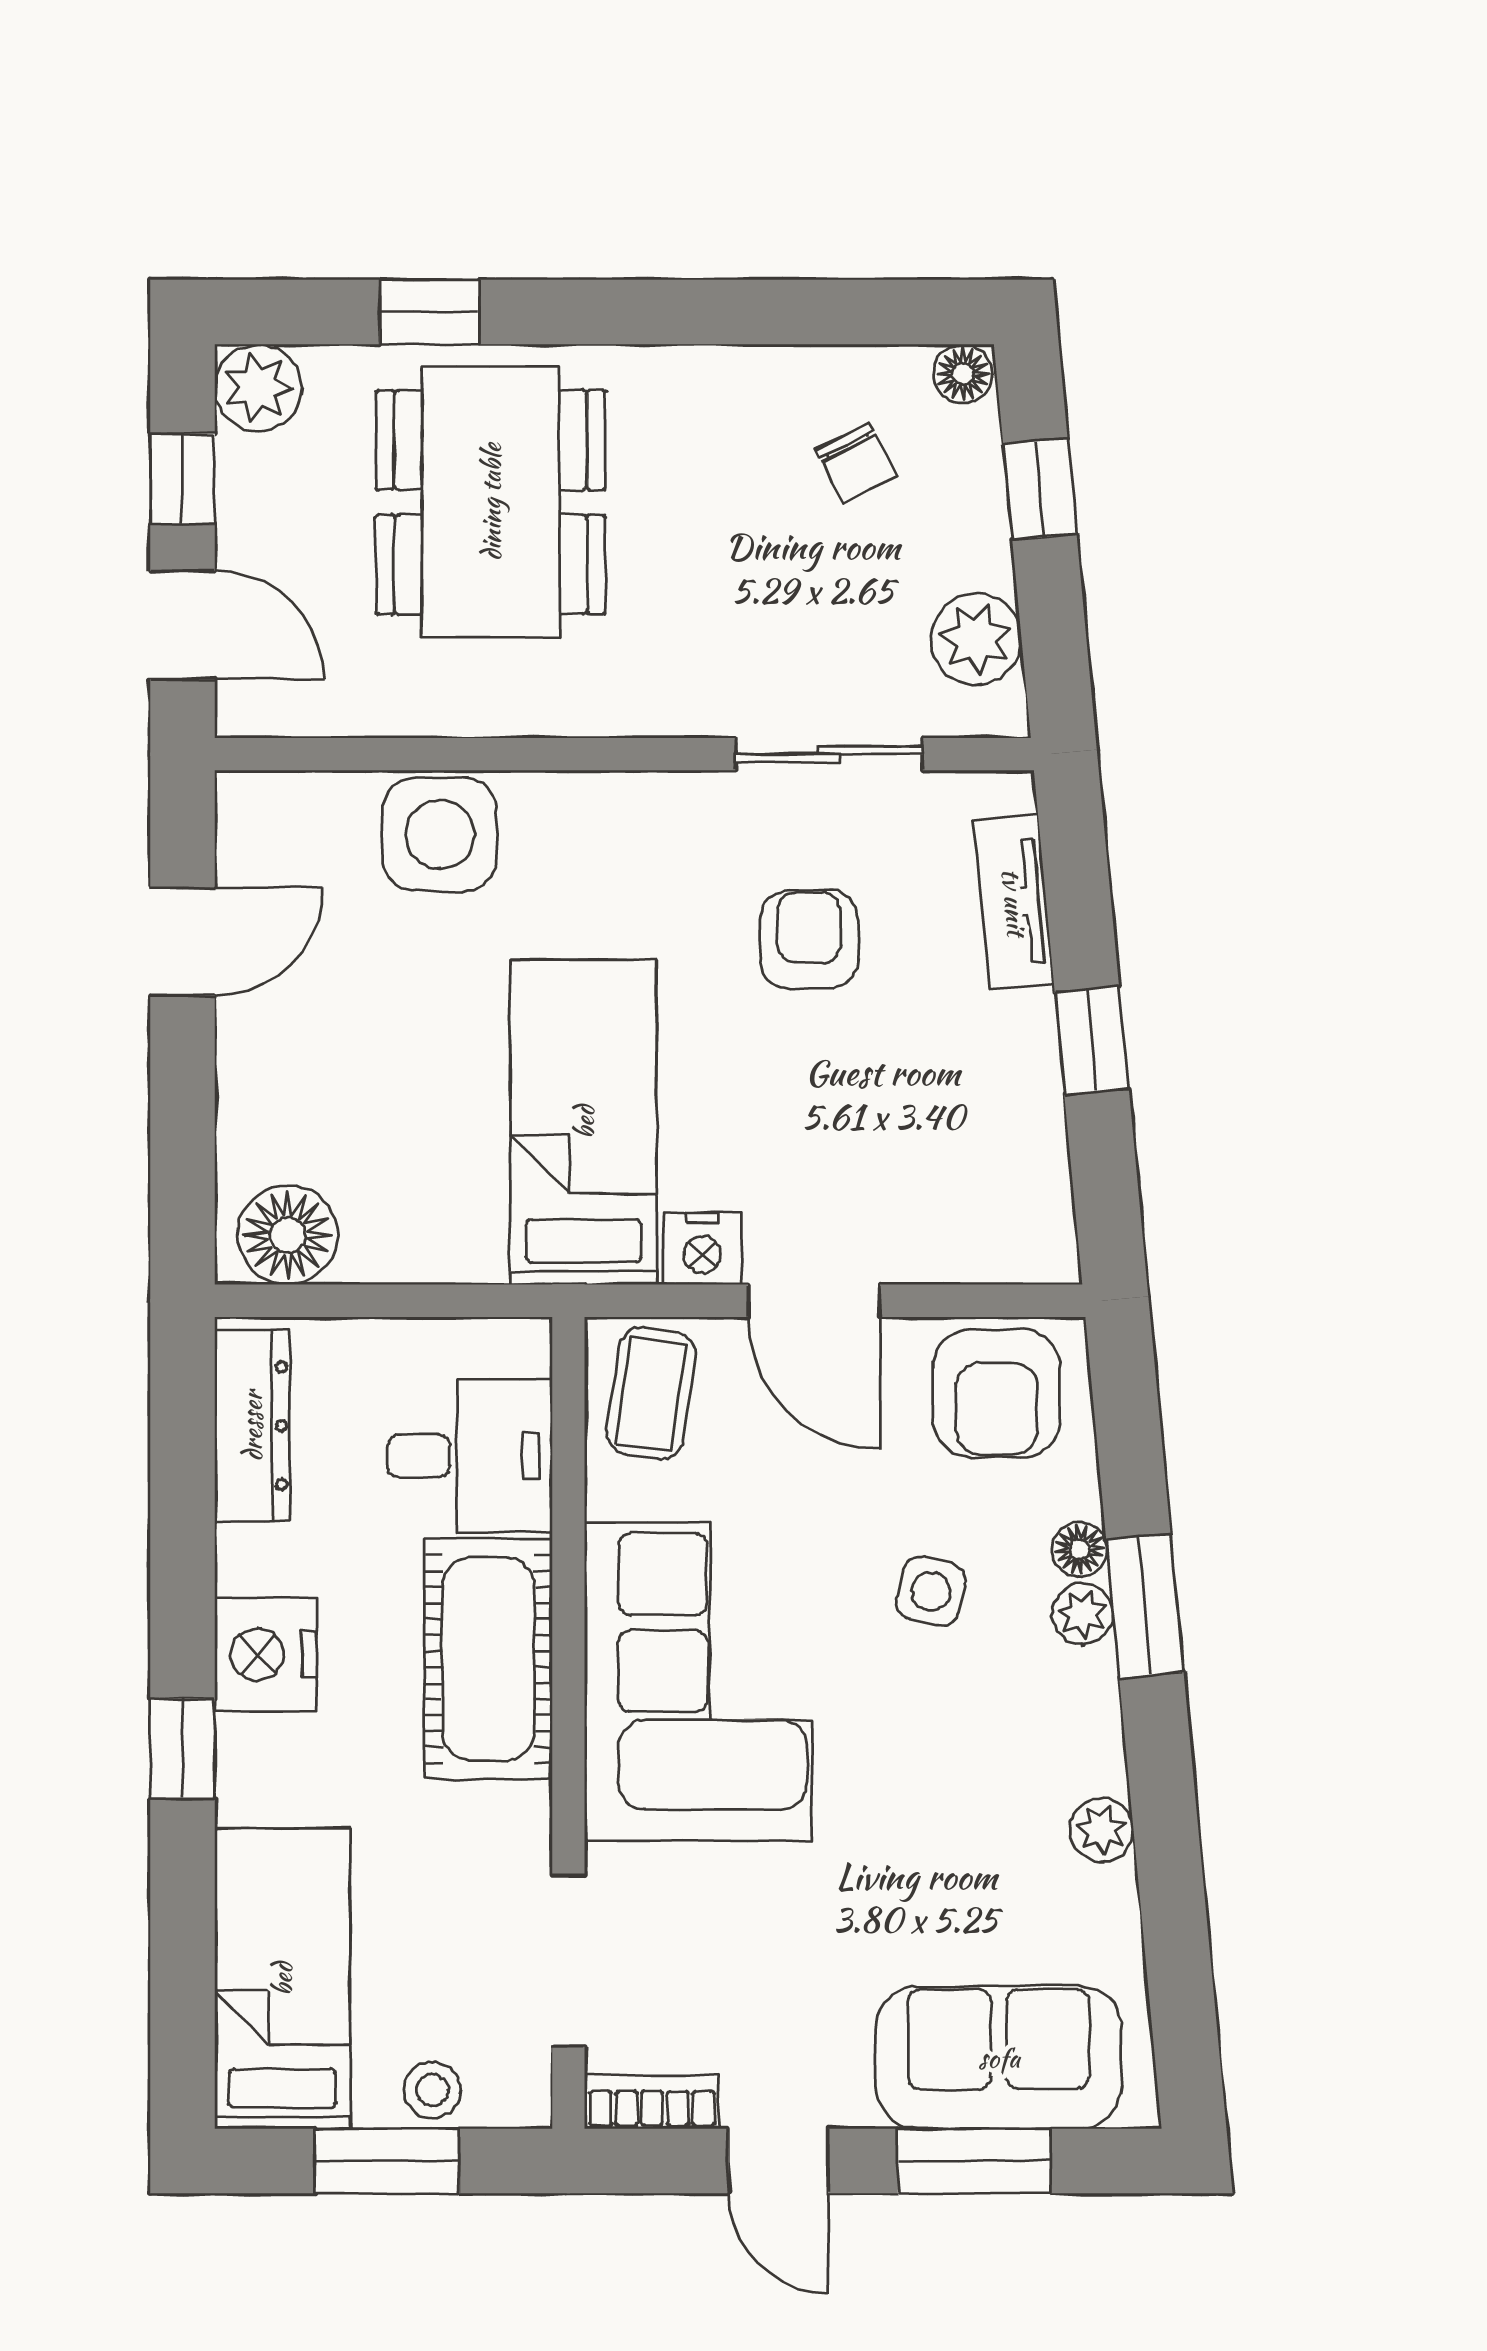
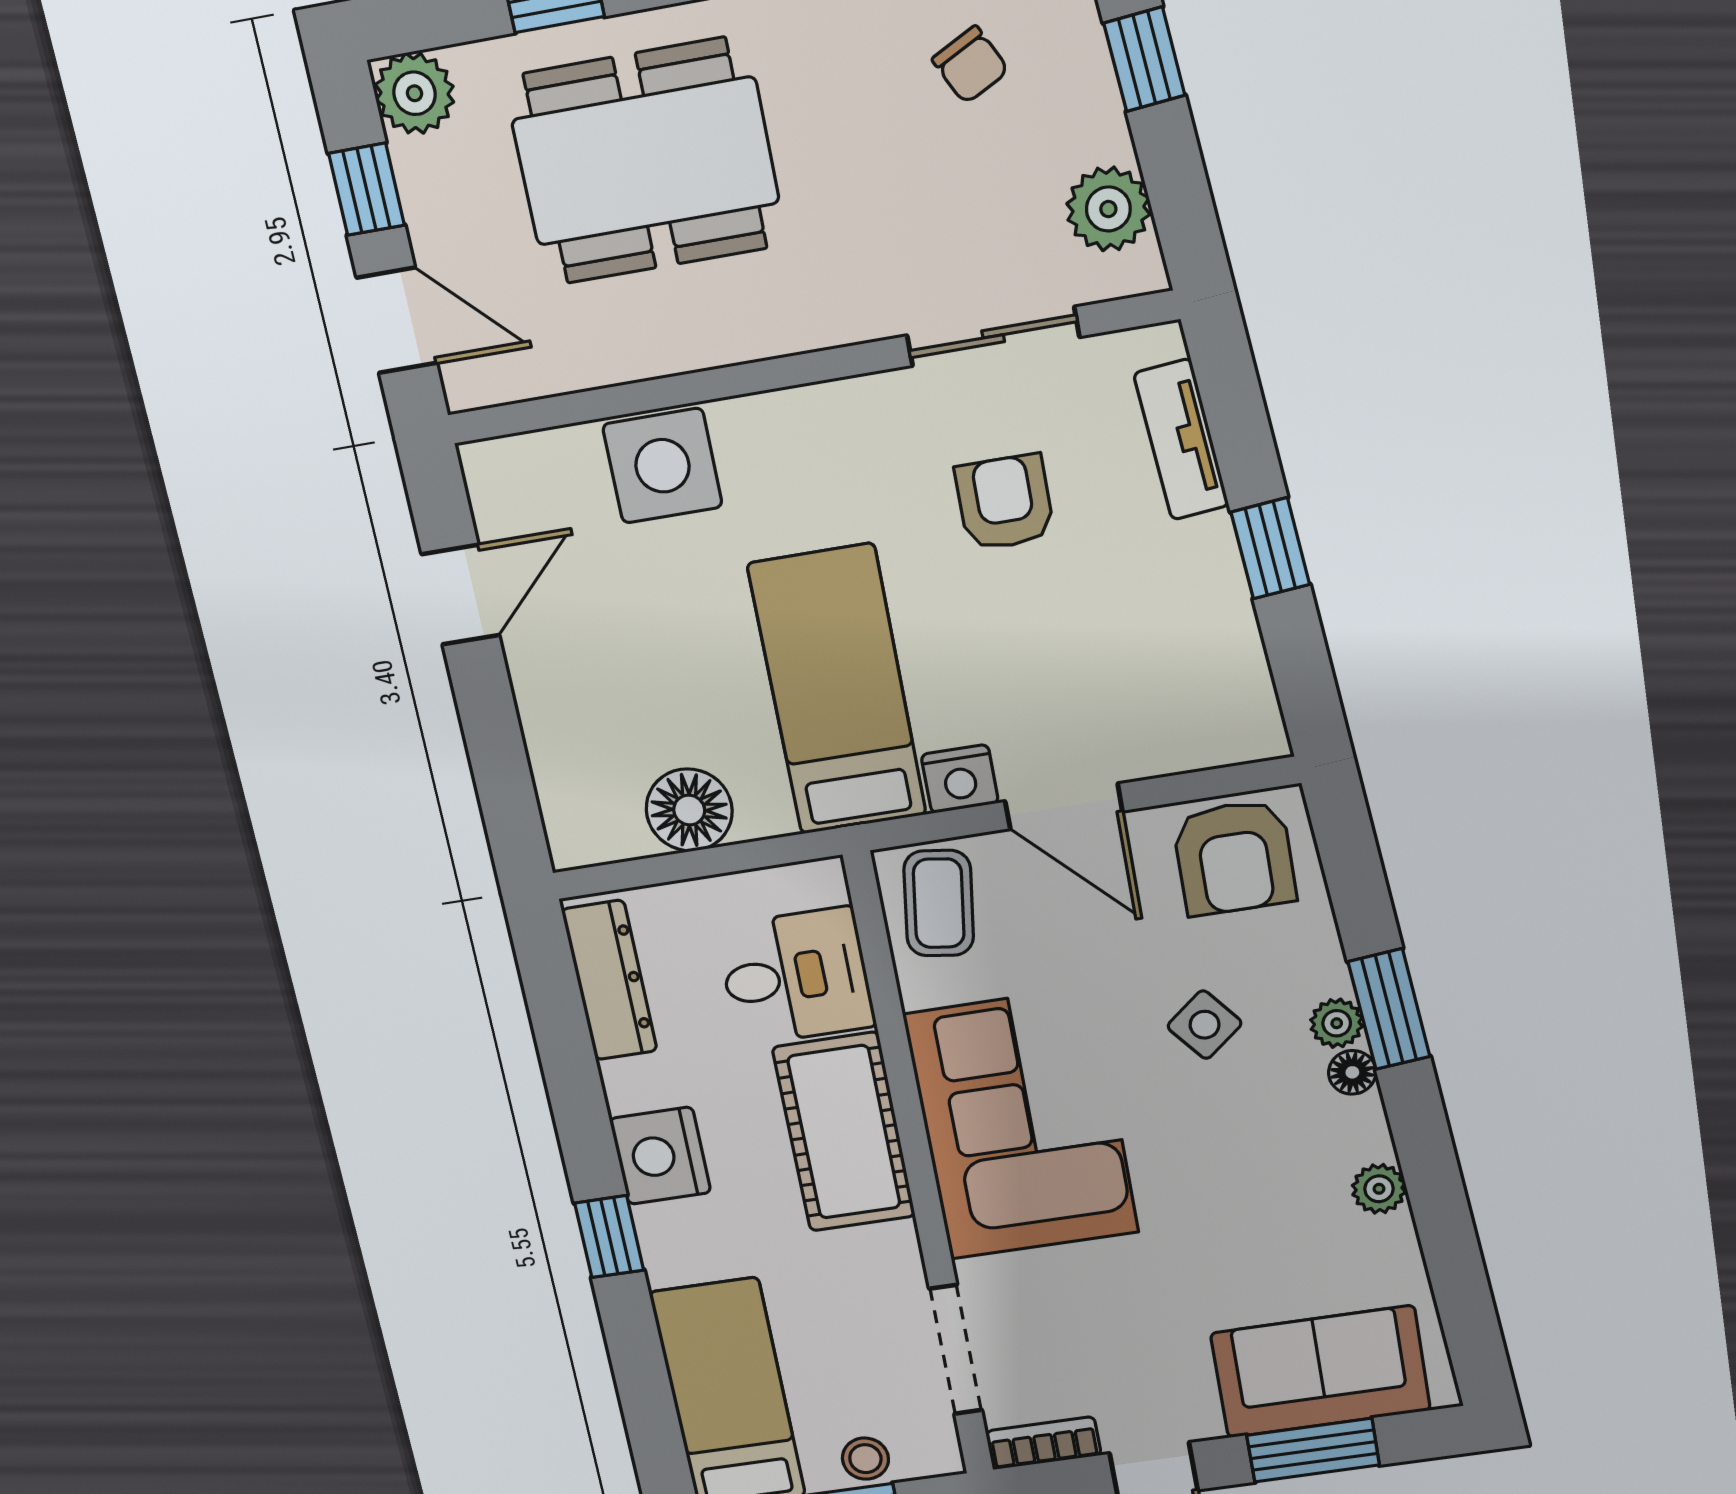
dining table: (491, 502) -> (646, 161), turned 90
floor lamp: (288, 1235) -> (689, 810), moved
floor lamp: (1080, 1549) -> (1352, 1072), moved
side table: (931, 1591) -> (1205, 1025), turned 36

